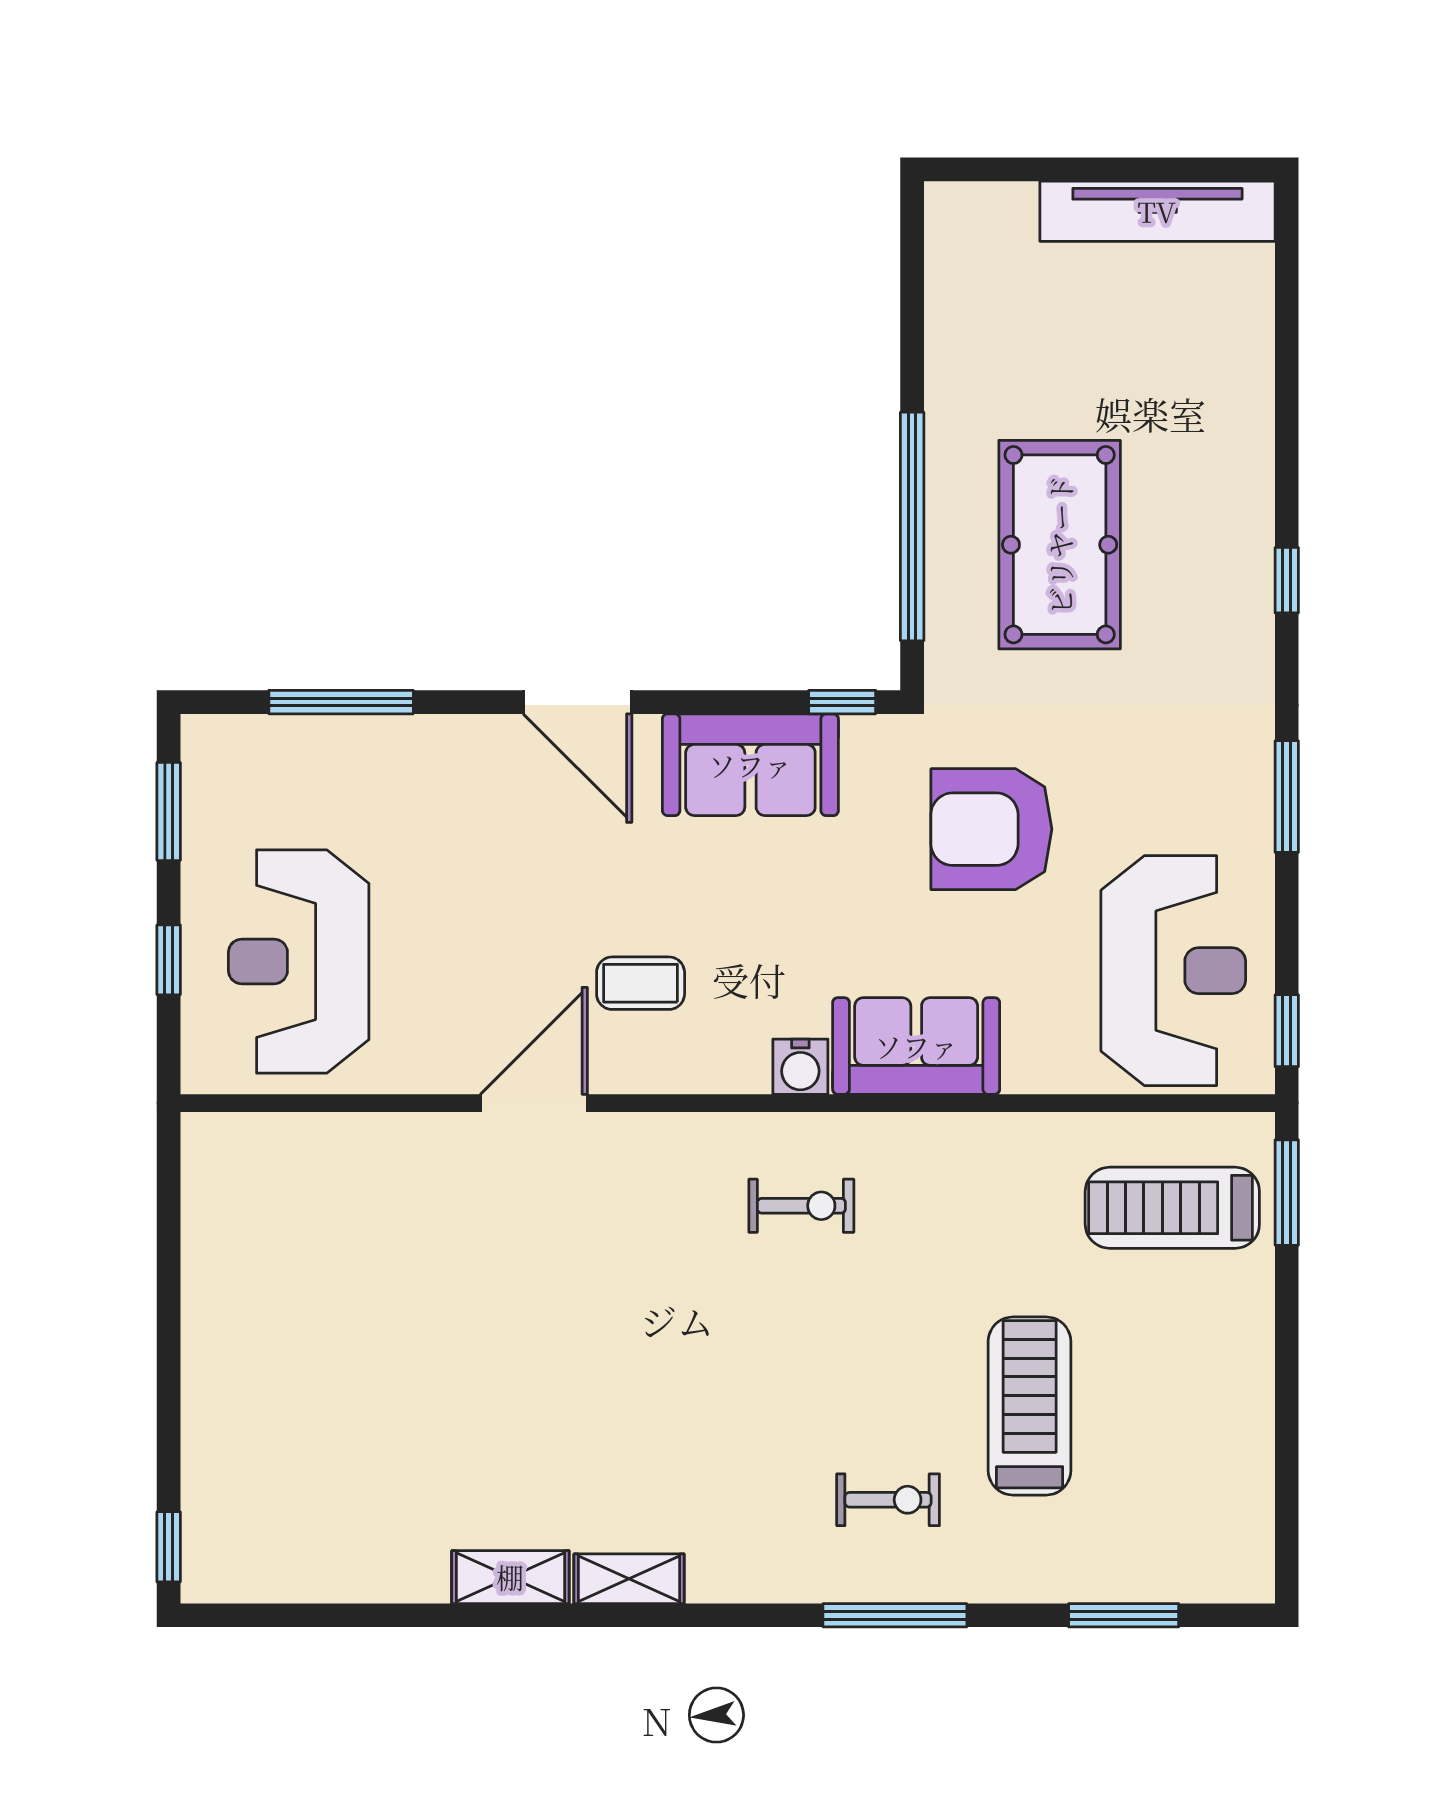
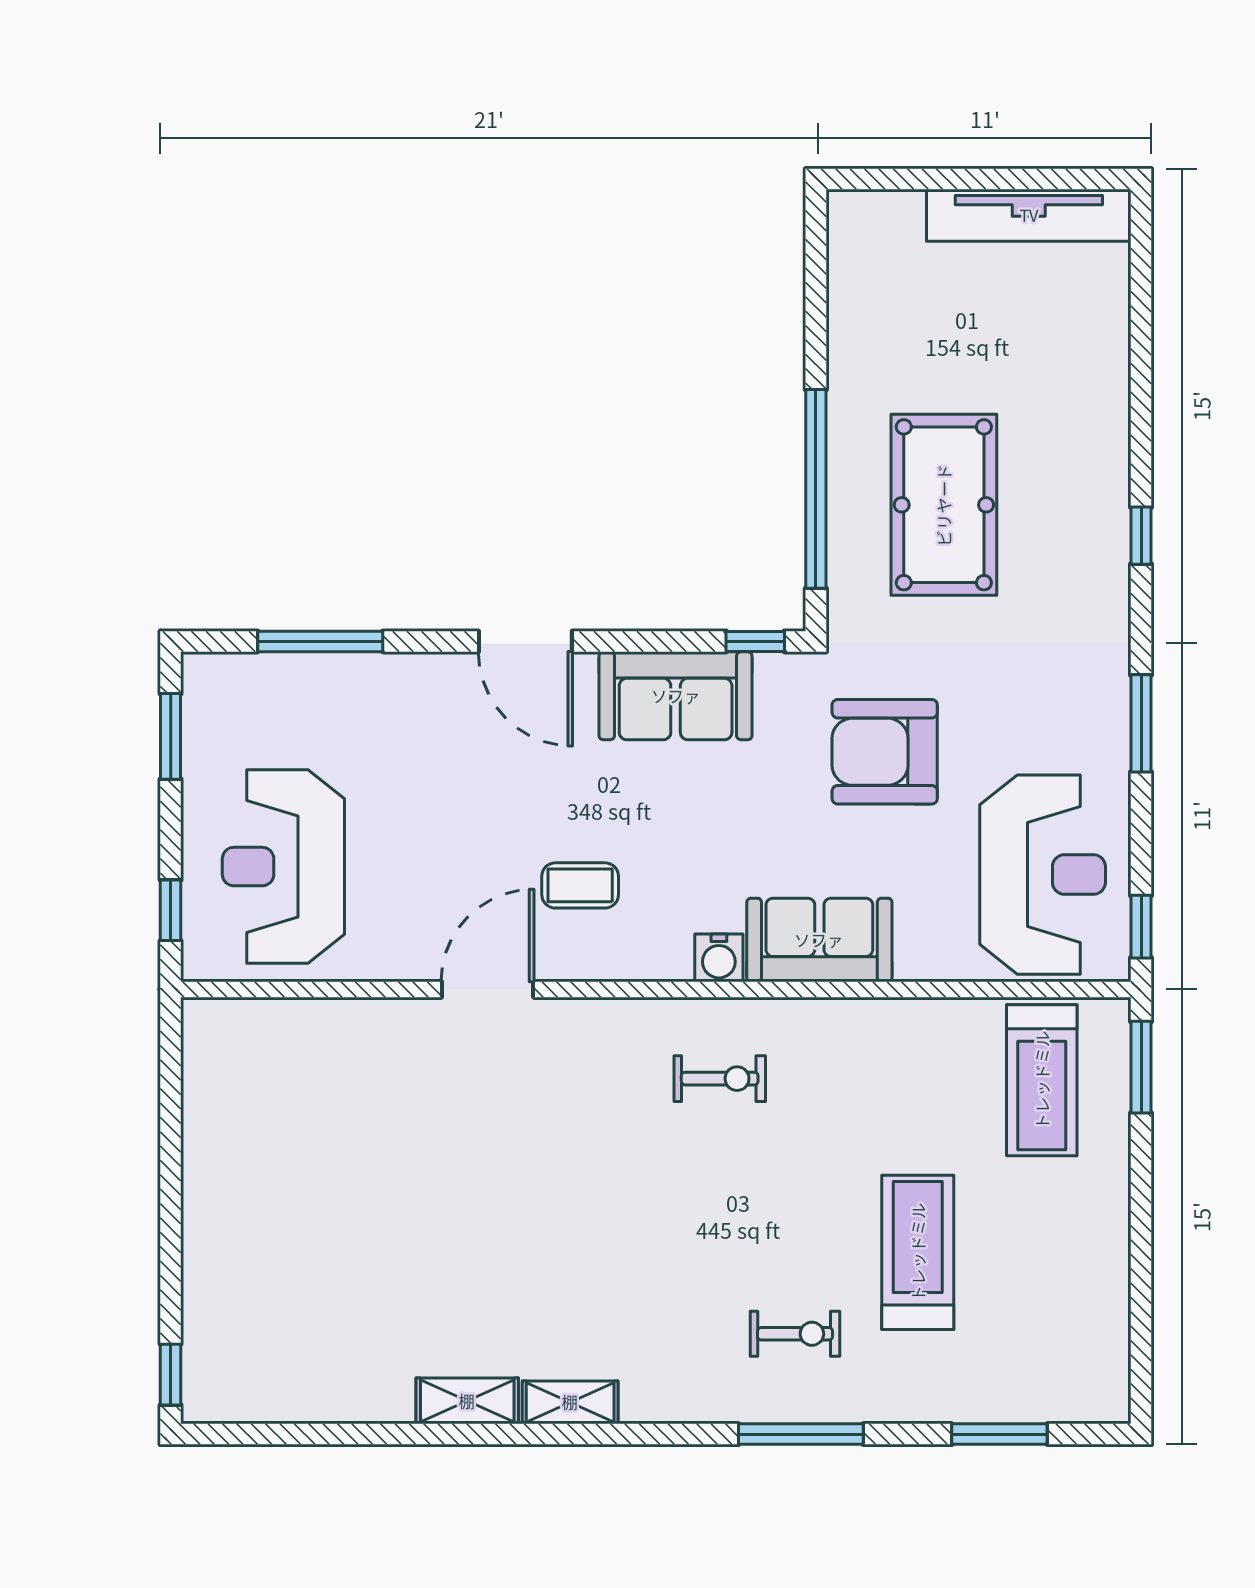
window: (169, 960) -> (171, 910), moved
treadmill: (1172, 1208) -> (1042, 1080), turned -90

